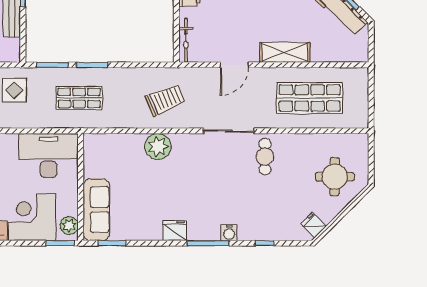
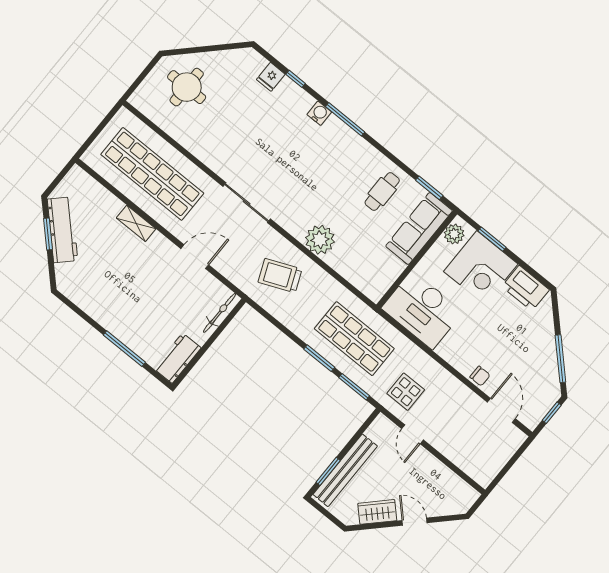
shelving: (285, 53) -> (136, 223), width x0.67, depth x0.75
shop shelf: (79, 98) -> (354, 339), width x1.43, depth x1.36
shop shelf: (310, 98) -> (152, 174), width x1.40
cafe table: (265, 157) -> (382, 192), moved
fridge: (313, 225) -> (271, 77), moved, turned 45
fridge: (175, 231) -> (365, 154), removed
window: (60, 243) -> (492, 239), moved

